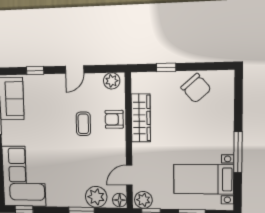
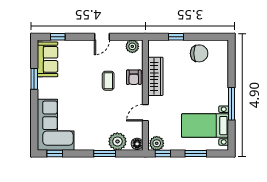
window: (35, 71) -> (58, 37), moved
chair: (196, 88) -> (199, 53), turned -49
armchair: (114, 119) -> (134, 77), turned -90
door: (129, 175) -> (145, 113), moved

